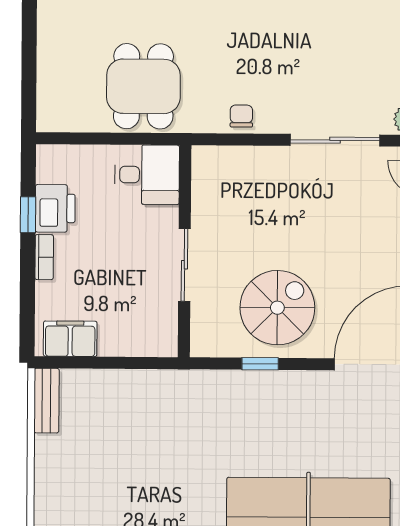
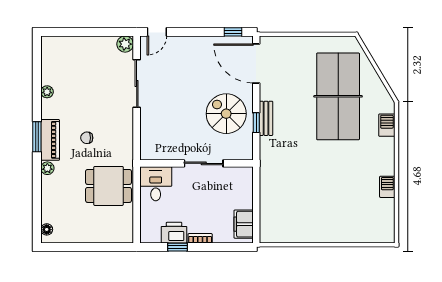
chair: (241, 116) -> (87, 138), moved
bench: (46, 401) -> (266, 118), moved, turned 90

